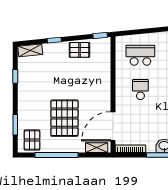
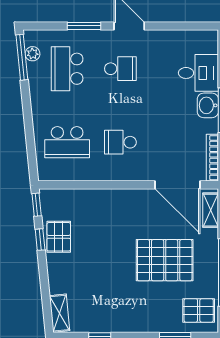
window: (54, 40) -> (40, 240), moved
school desk: (140, 55) -> (67, 142), turned -90

